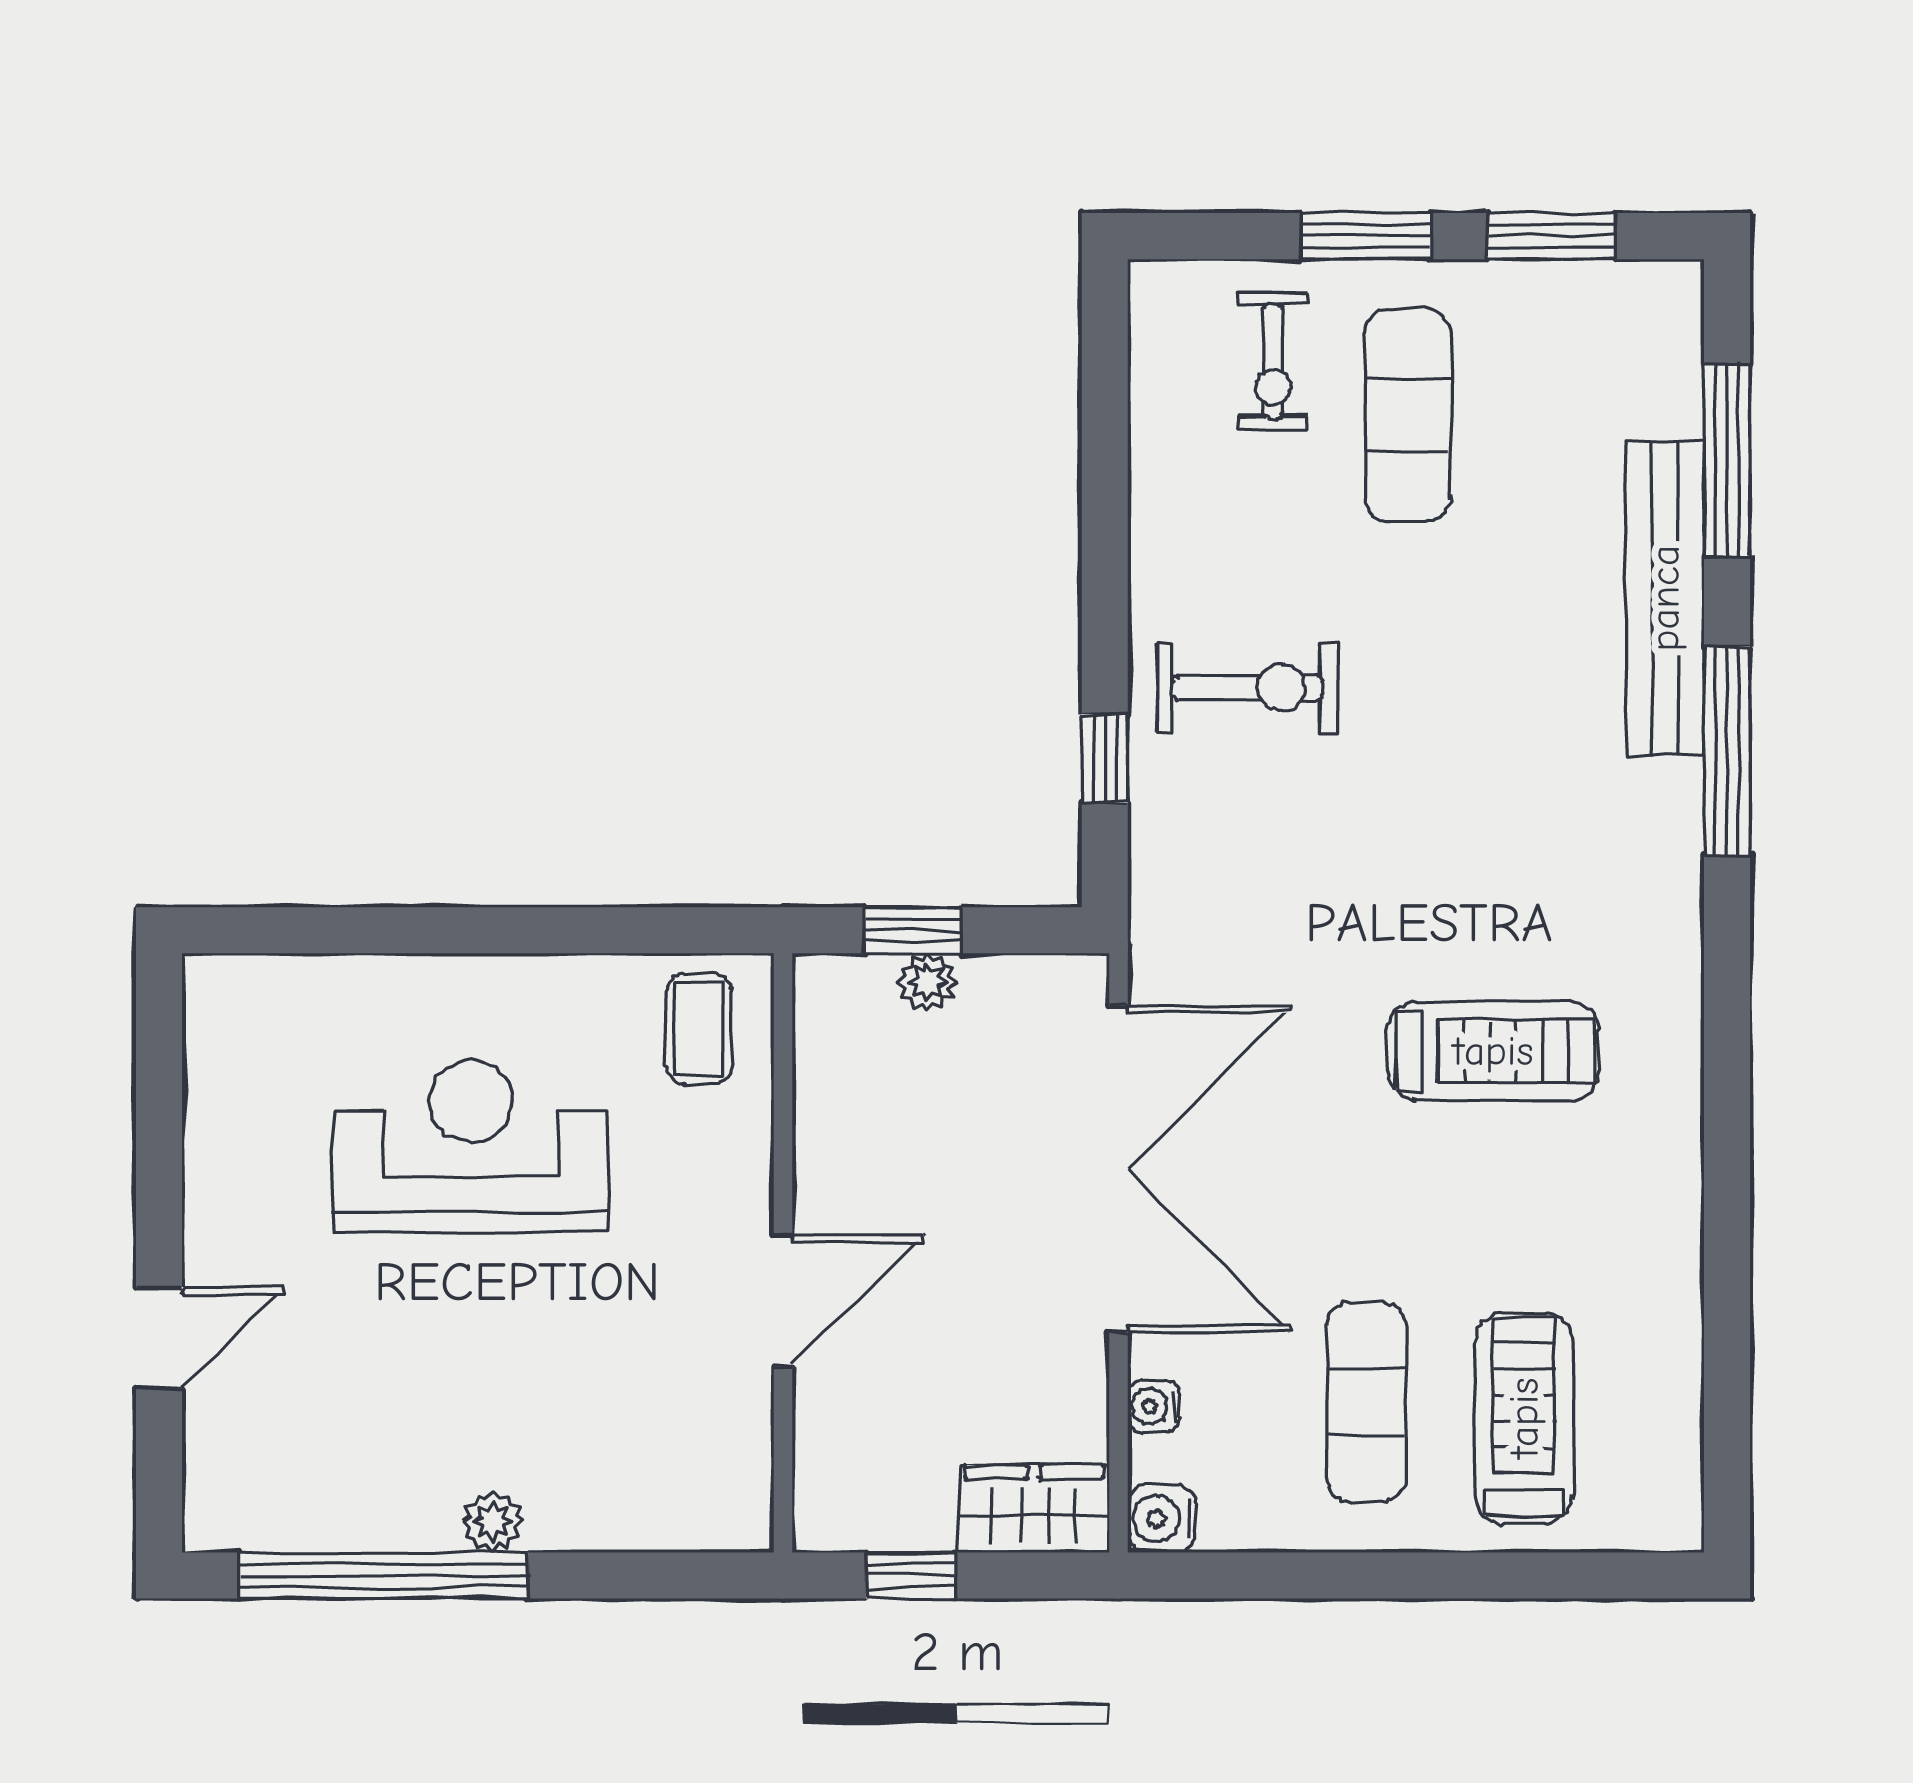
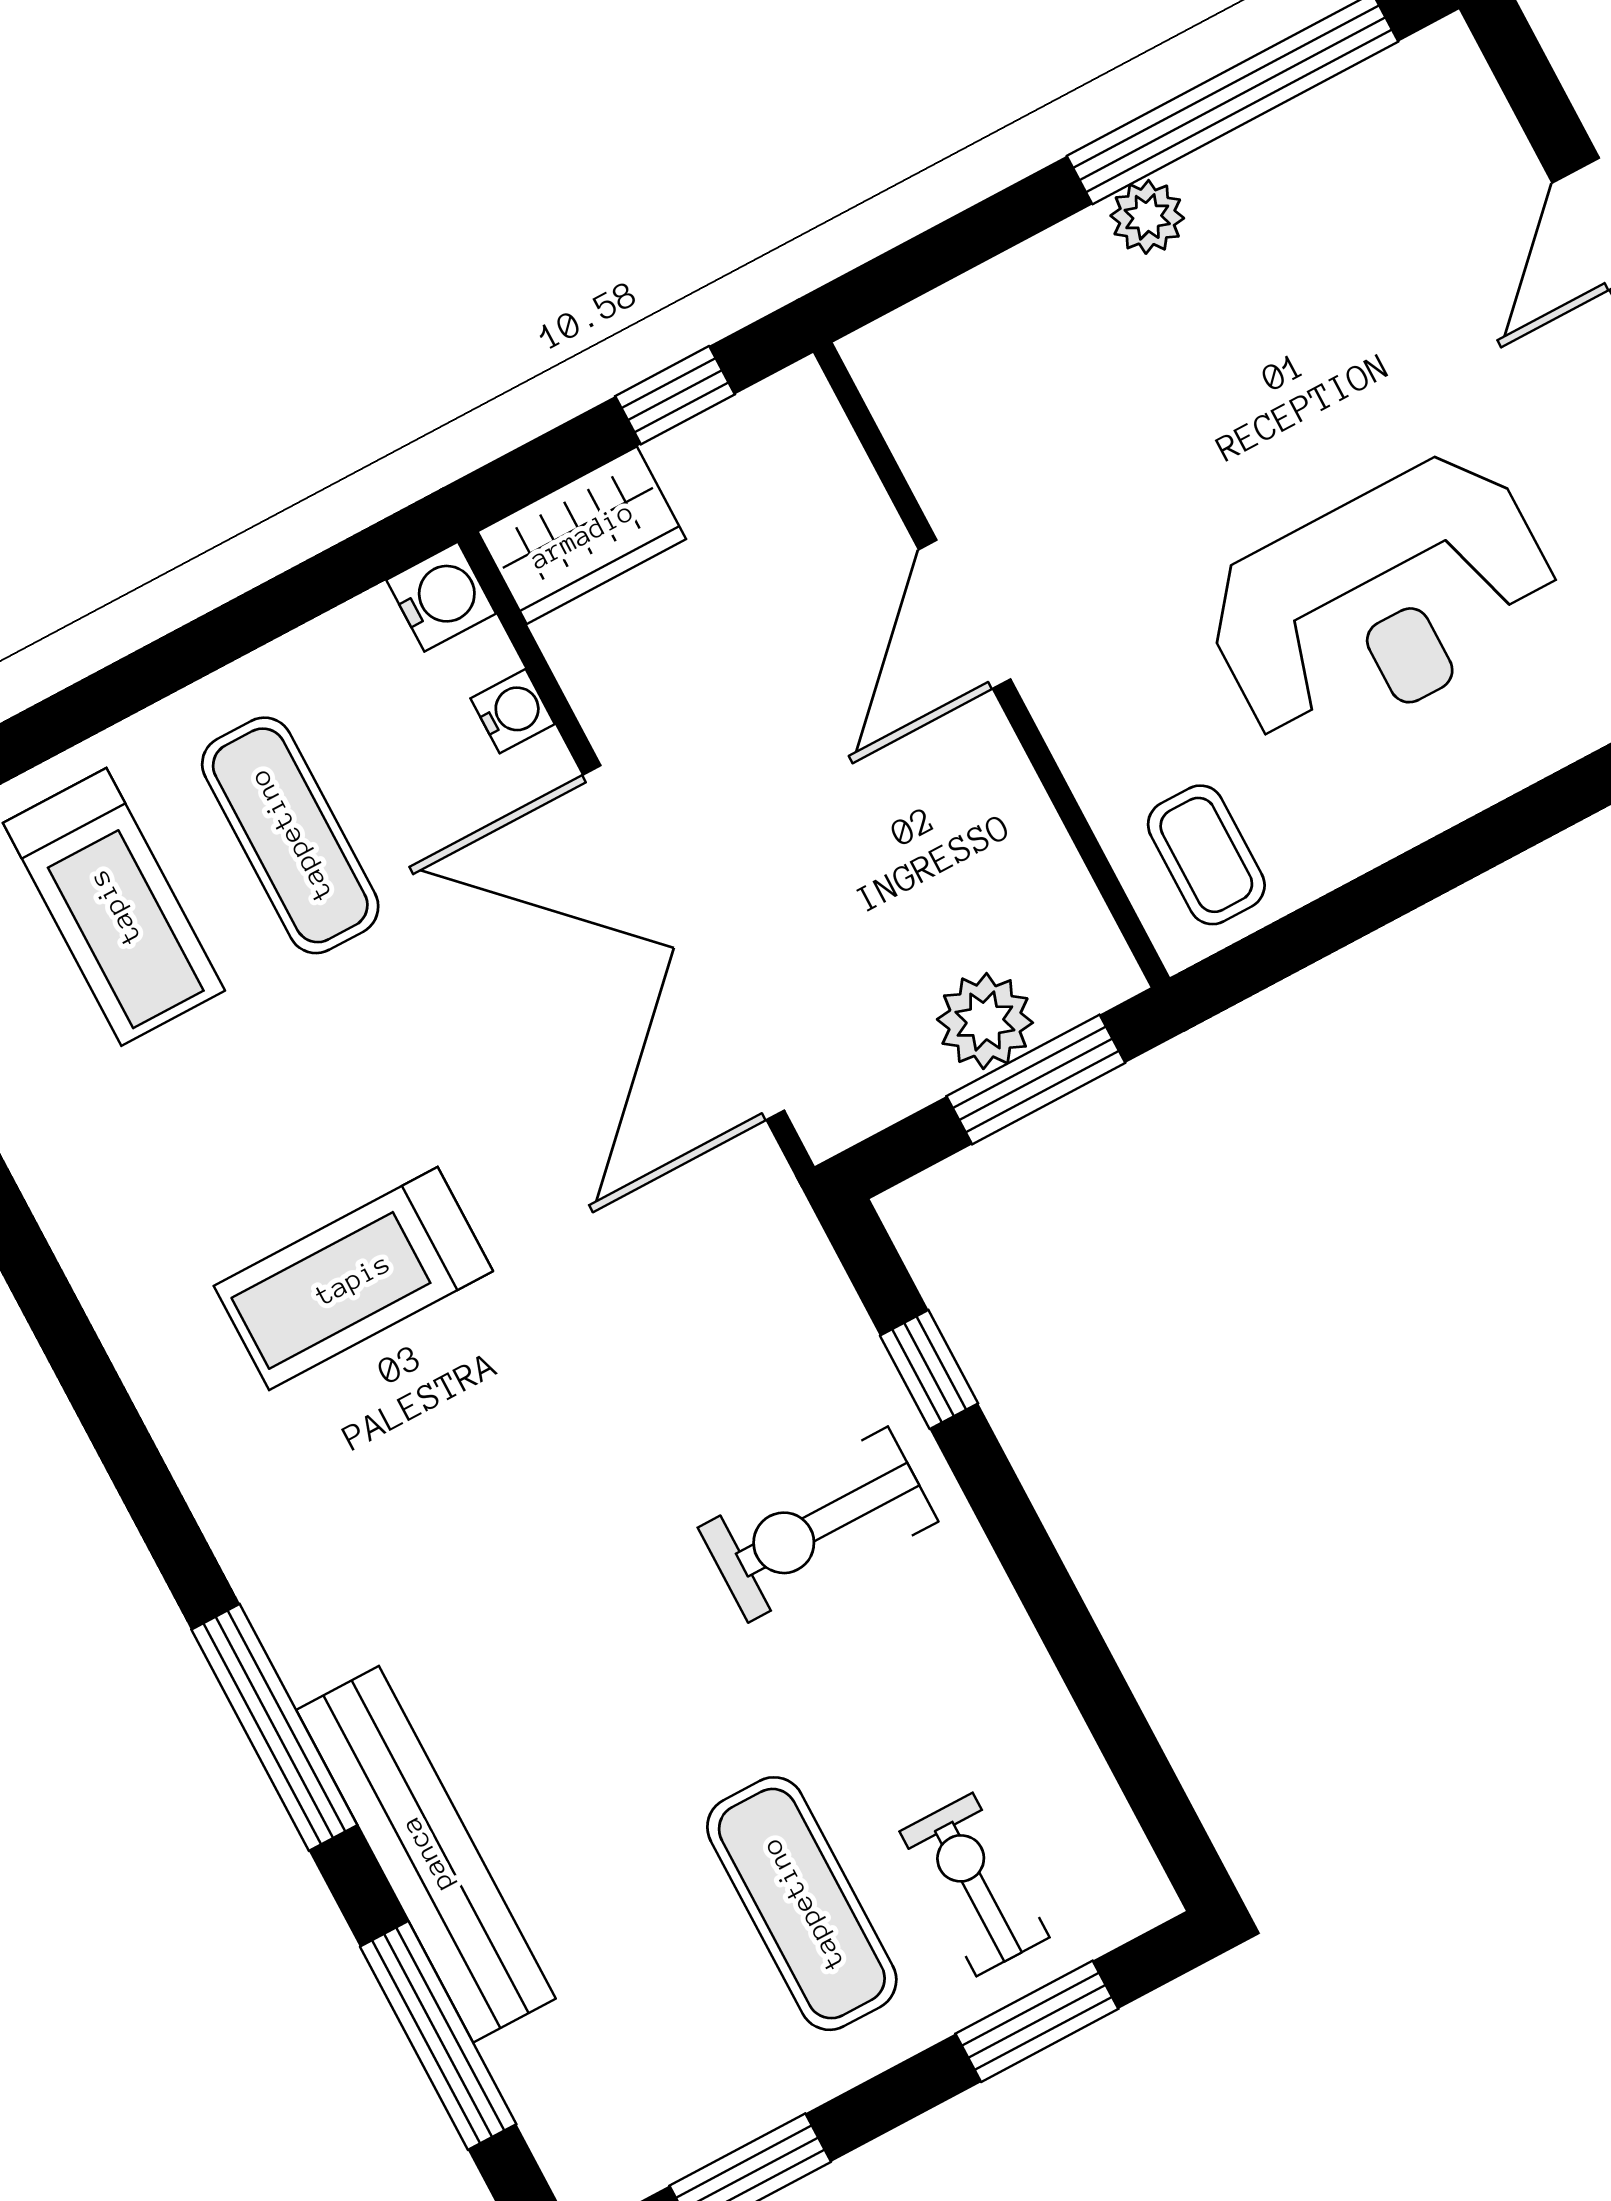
window: (1366, 236) -> (1037, 2021), moved
window: (913, 930) -> (1036, 1079), width x1.50
plant: (927, 982) -> (985, 1021), width x1.38, depth x1.38

